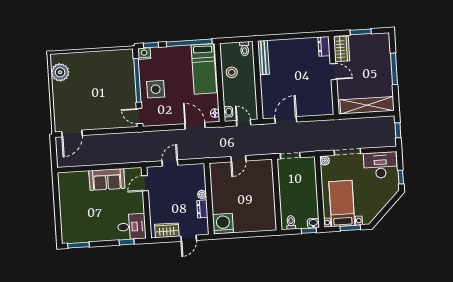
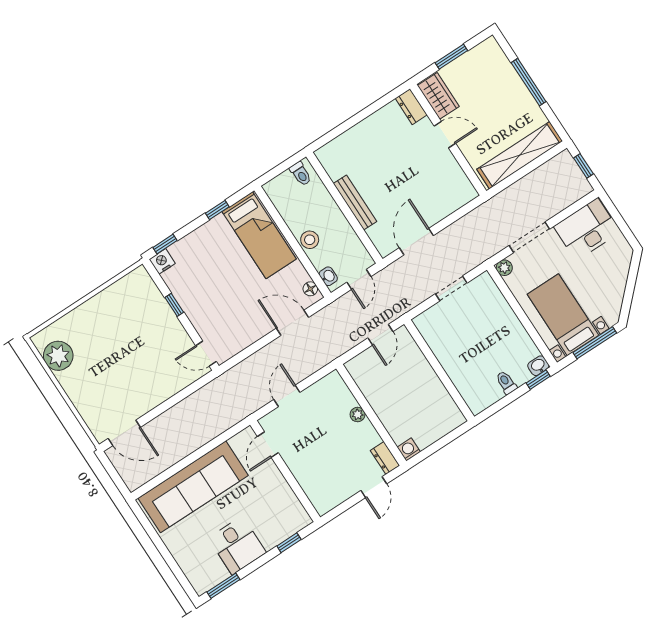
window: (189, 43) -> (217, 210), width x0.32
bench: (263, 58) -> (355, 203), moved
stool: (232, 72) -> (310, 240), moved
window: (137, 80) -> (174, 305), width x0.32
side table: (156, 89) -> (207, 303), removed
door: (244, 123) -> (359, 279), swing flipped
door: (72, 134) -> (124, 433), hinge flipped
window: (401, 177) -> (625, 230), removed
sofa: (107, 180) -> (193, 487), width x1.85, depth x1.27
wall: (277, 194) -> (439, 370), moved
dresser: (202, 209) -> (385, 458), moved
washing machine: (223, 224) -> (409, 450), width x0.53, depth x0.53
desk: (132, 227) -> (237, 545), moved, turned 90
window: (350, 228) -> (595, 343), width x1.44
wardrobe: (167, 230) -> (337, 494), removed

